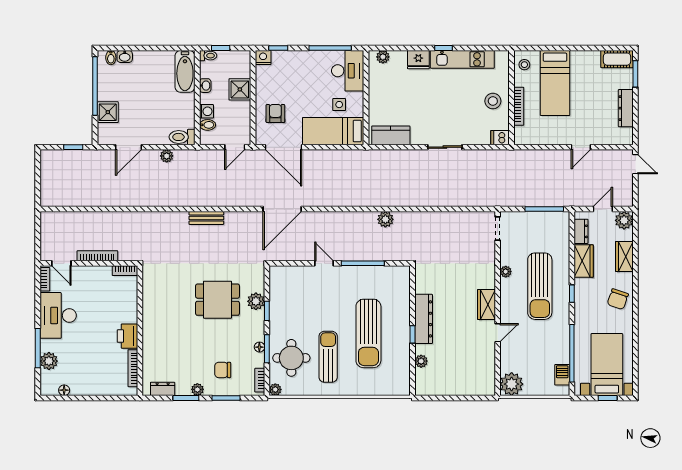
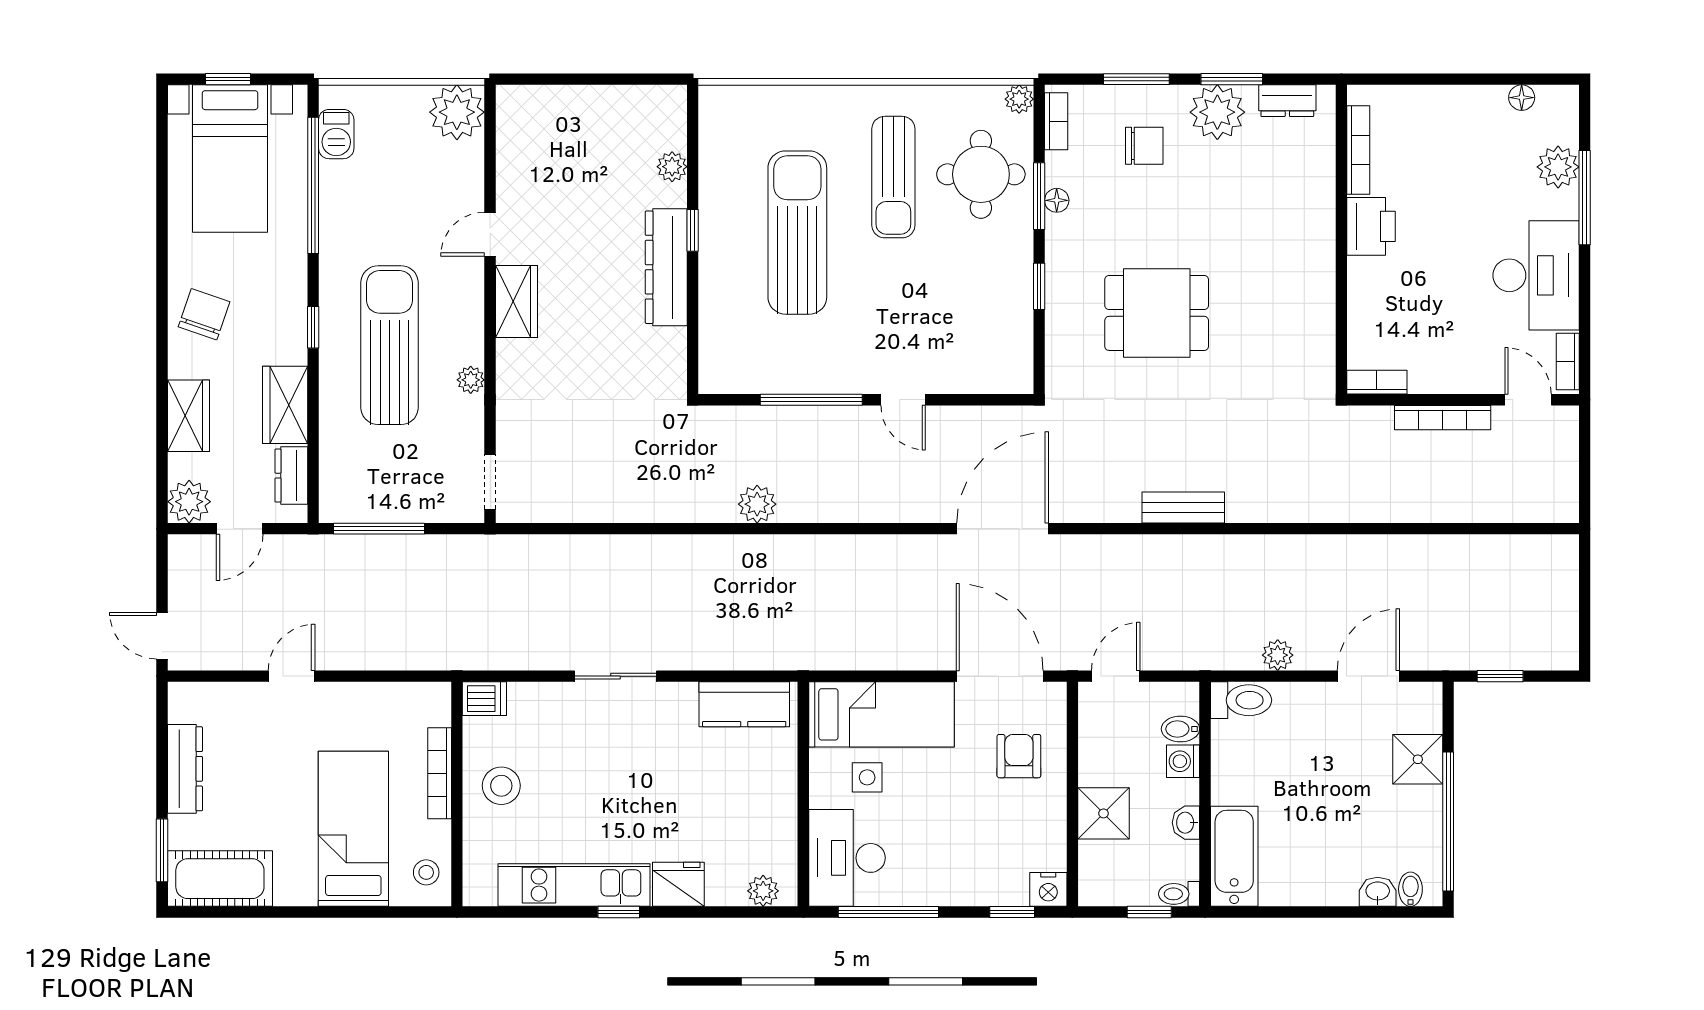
cot: (617, 59) -> (220, 879), width x1.37, depth x1.34
armchair: (275, 113) -> (1019, 756), turned 180
plant: (256, 301) -> (1065, 309), removed
plant: (197, 389) -> (1217, 112), width x1.87, depth x1.87

